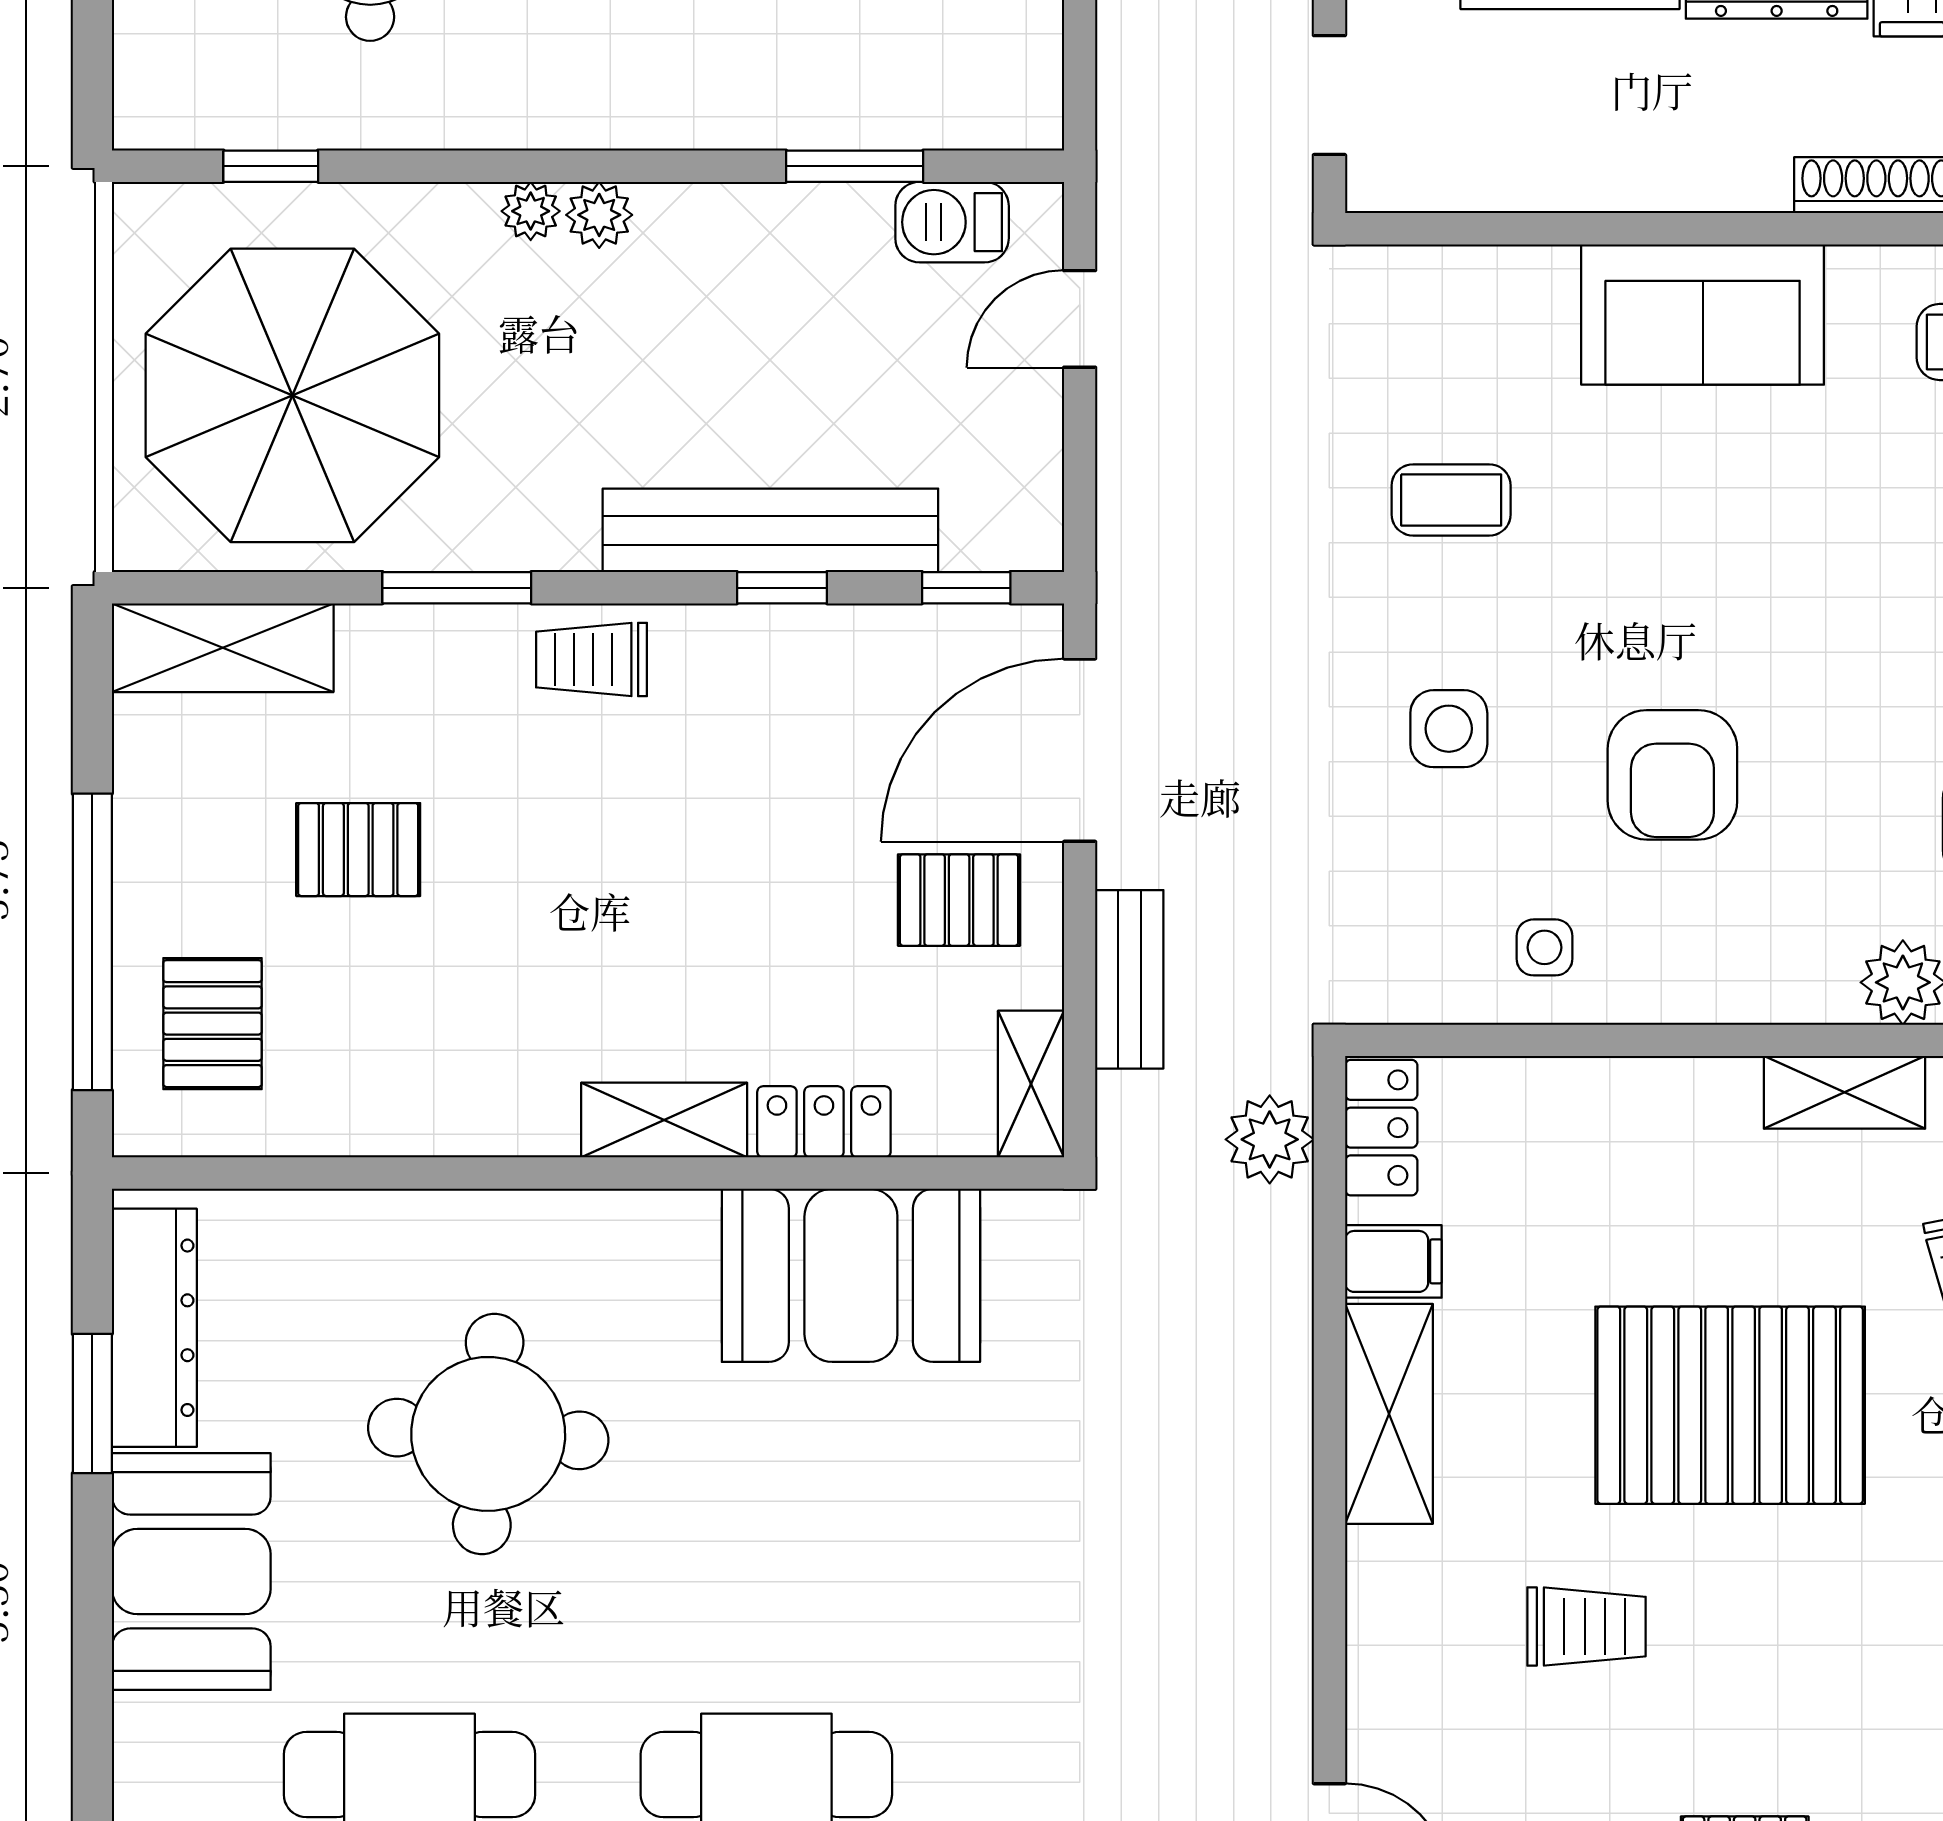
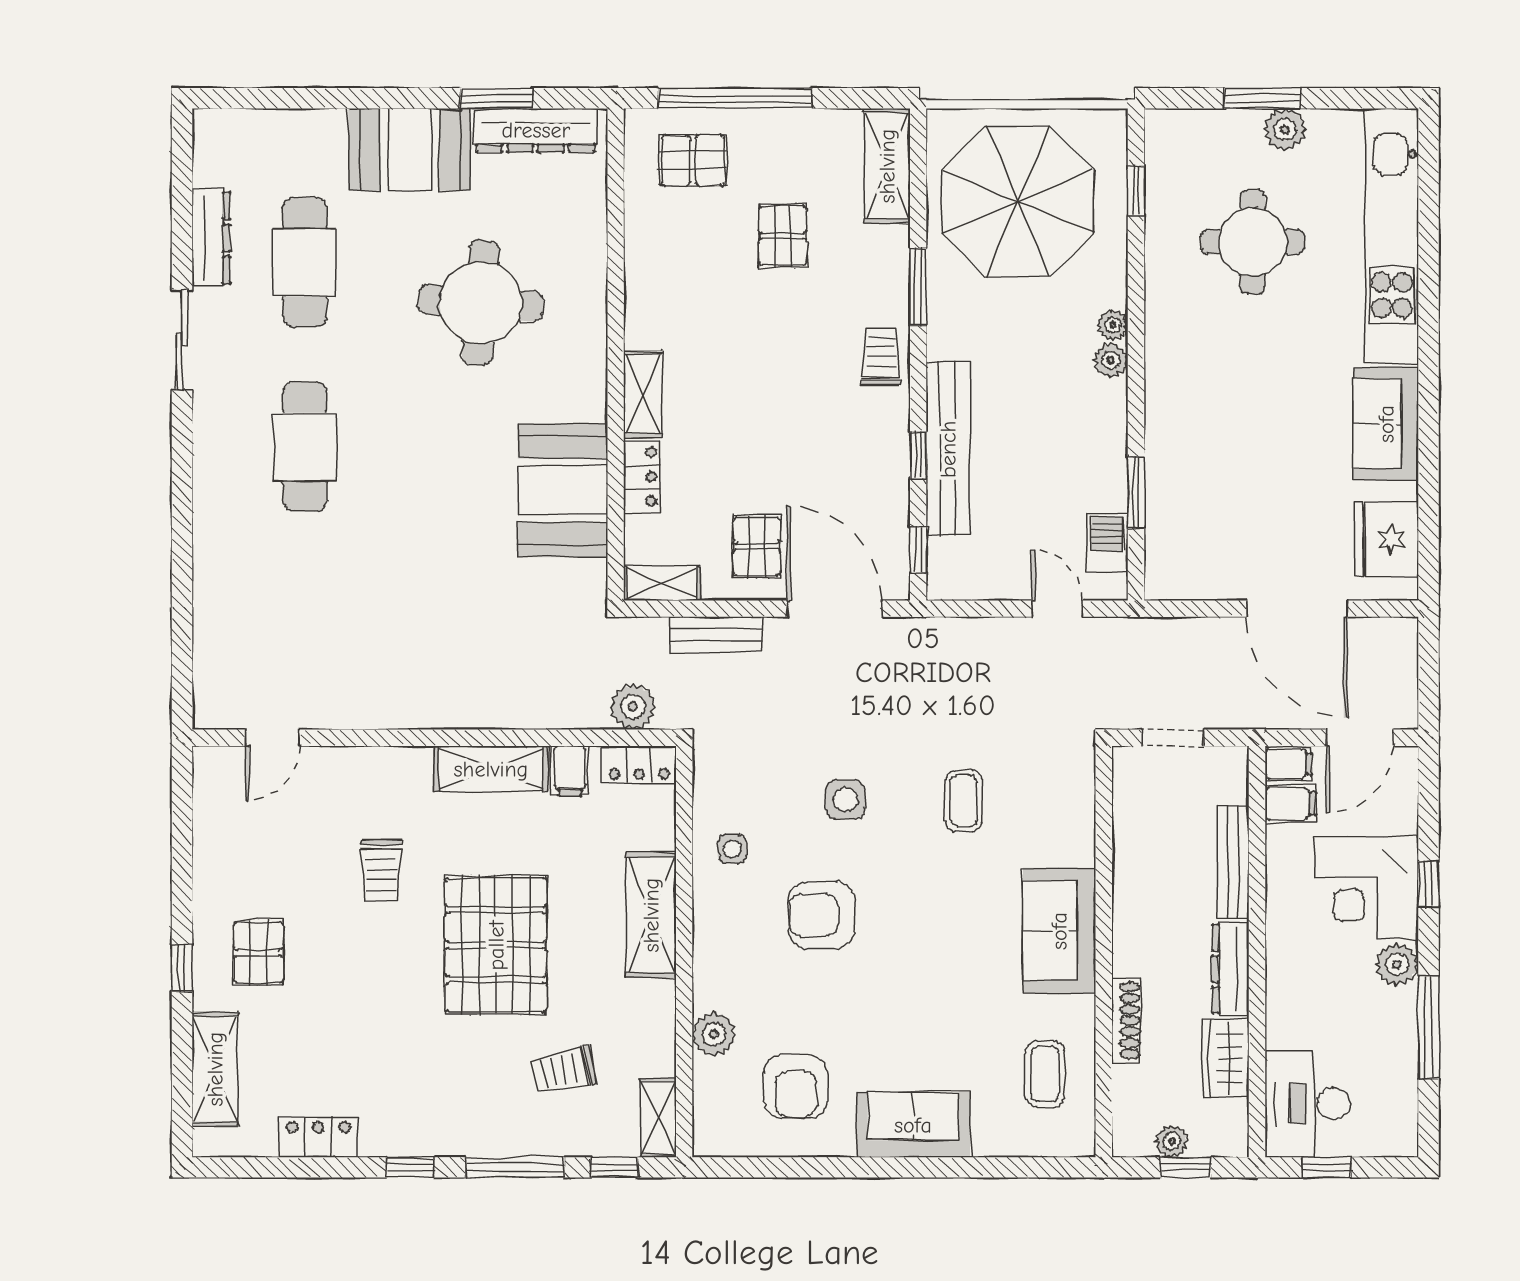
shelving: (1845, 1092) -> (651, 915), moved, width x1.50, depth x1.33

